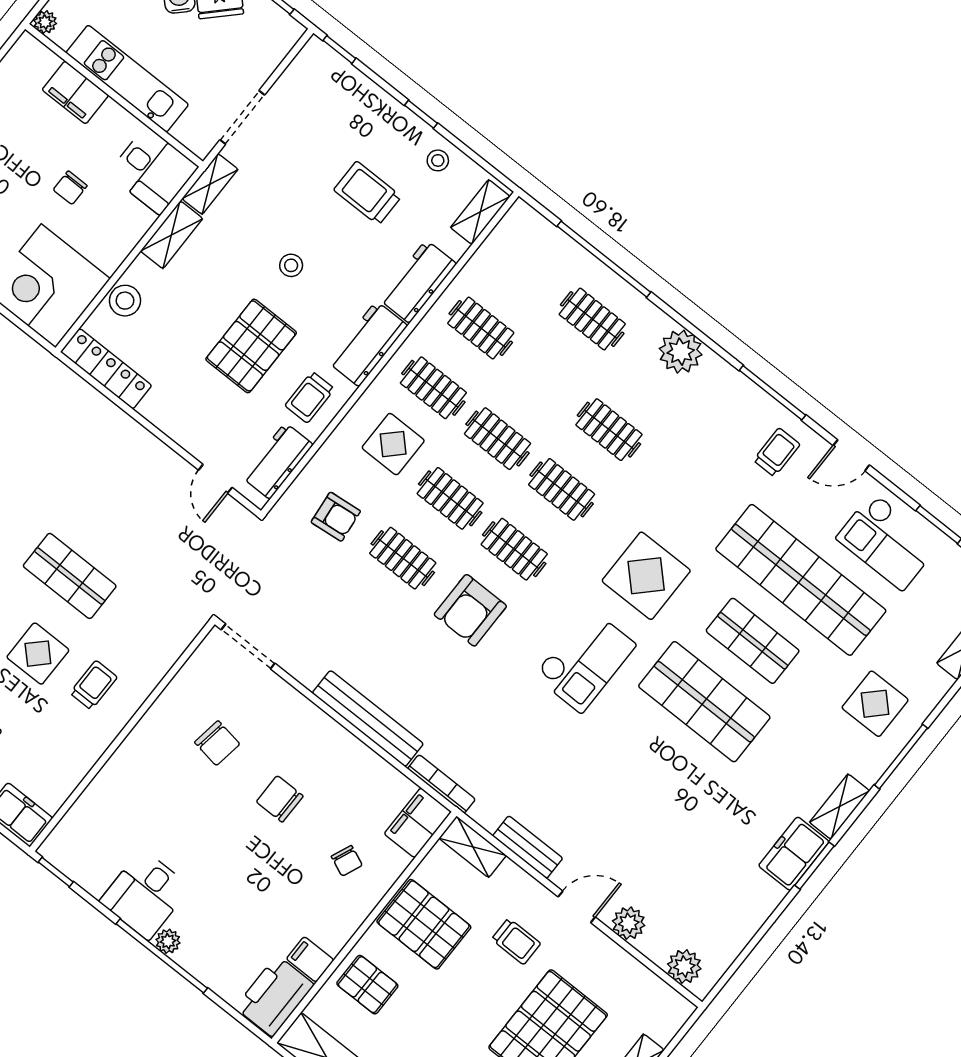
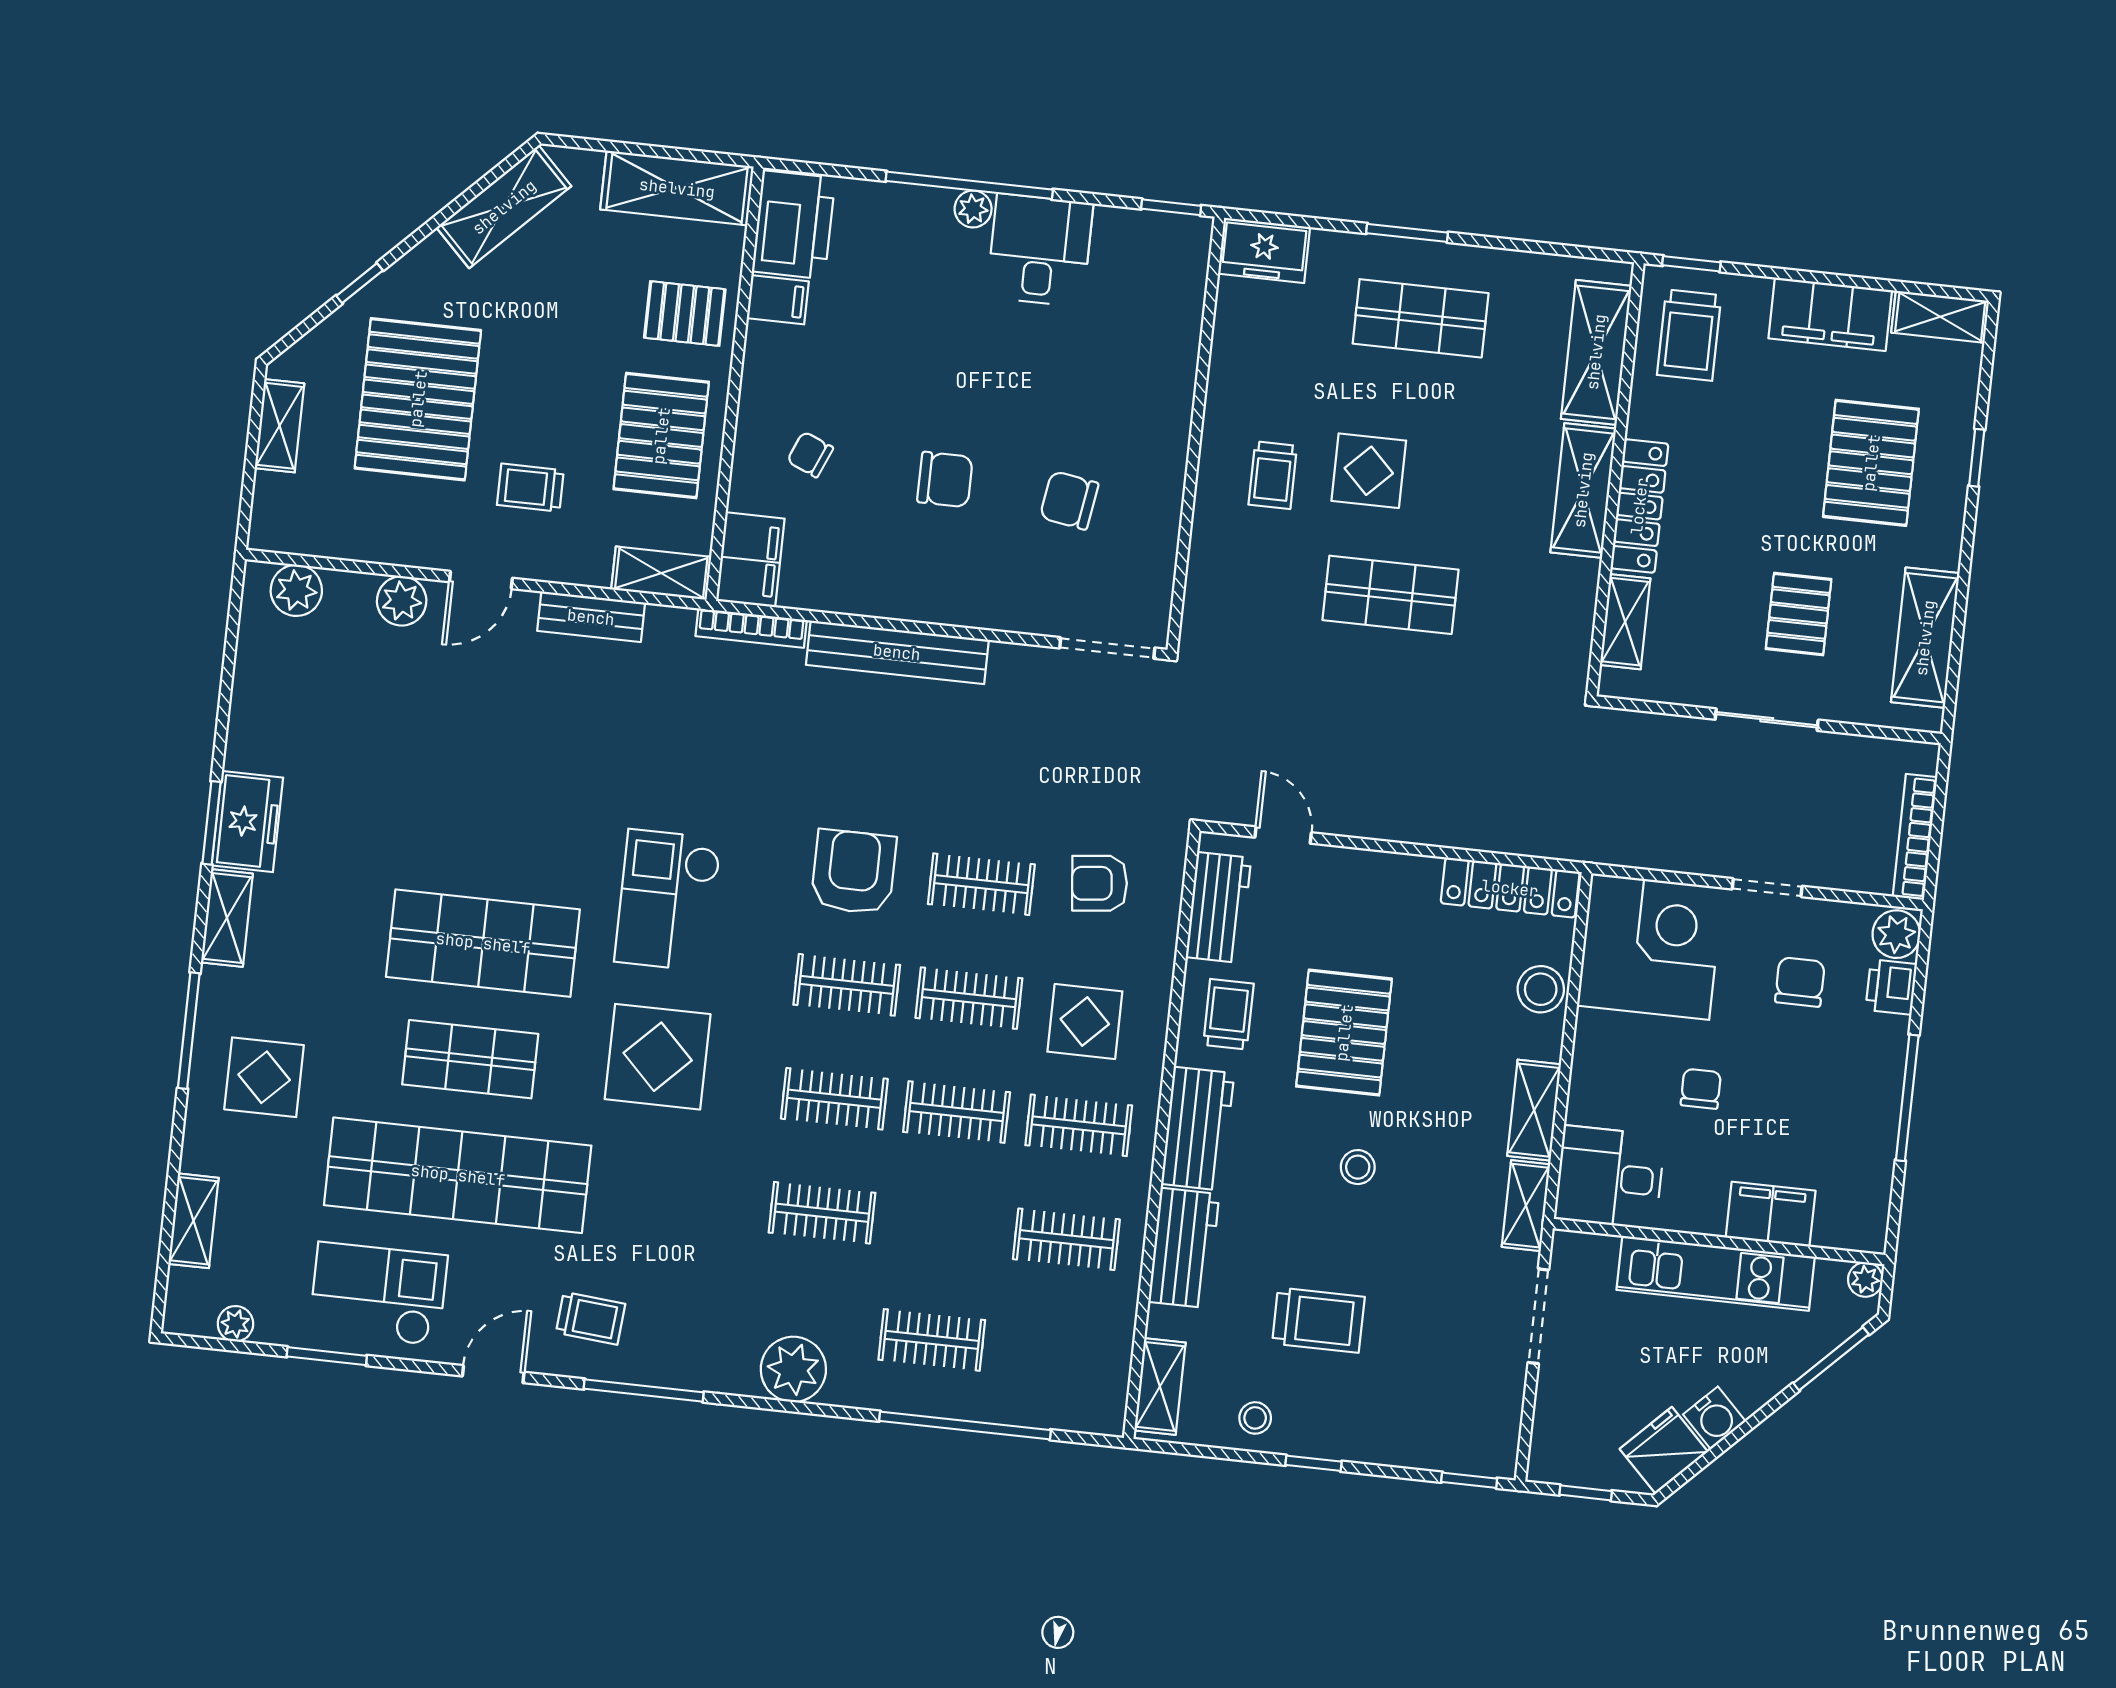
trolley: (777, 452) -> (591, 1318), turned -85
pallet: (424, 924) -> (661, 436), turned 90

